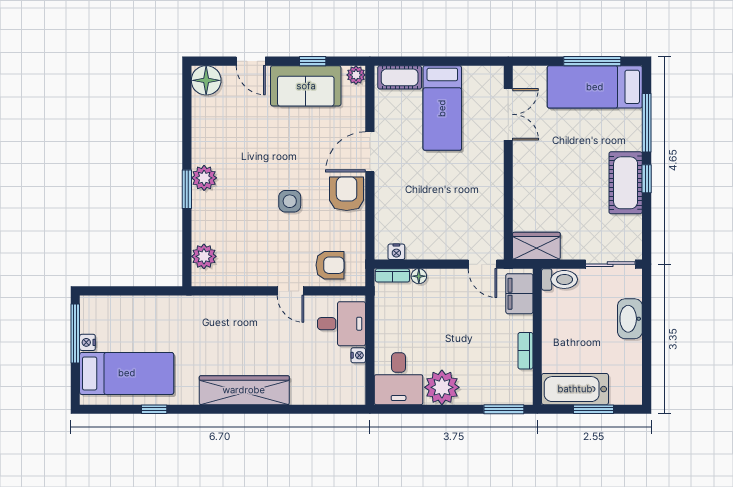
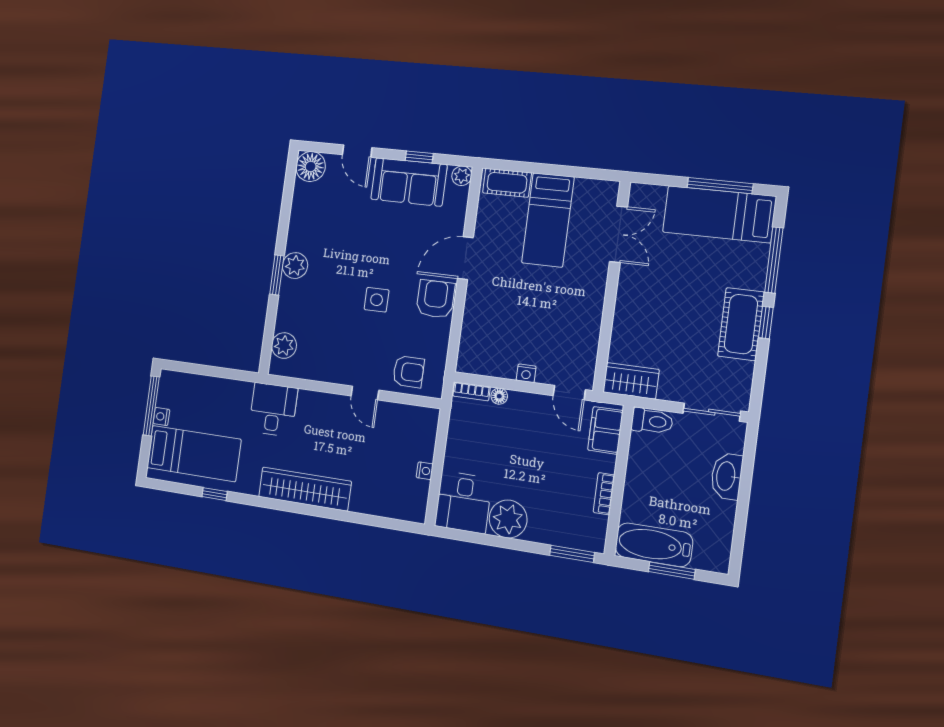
nightstand: (396, 252) -> (526, 373), moved
desk: (341, 324) -> (273, 410), moved, turned -90

